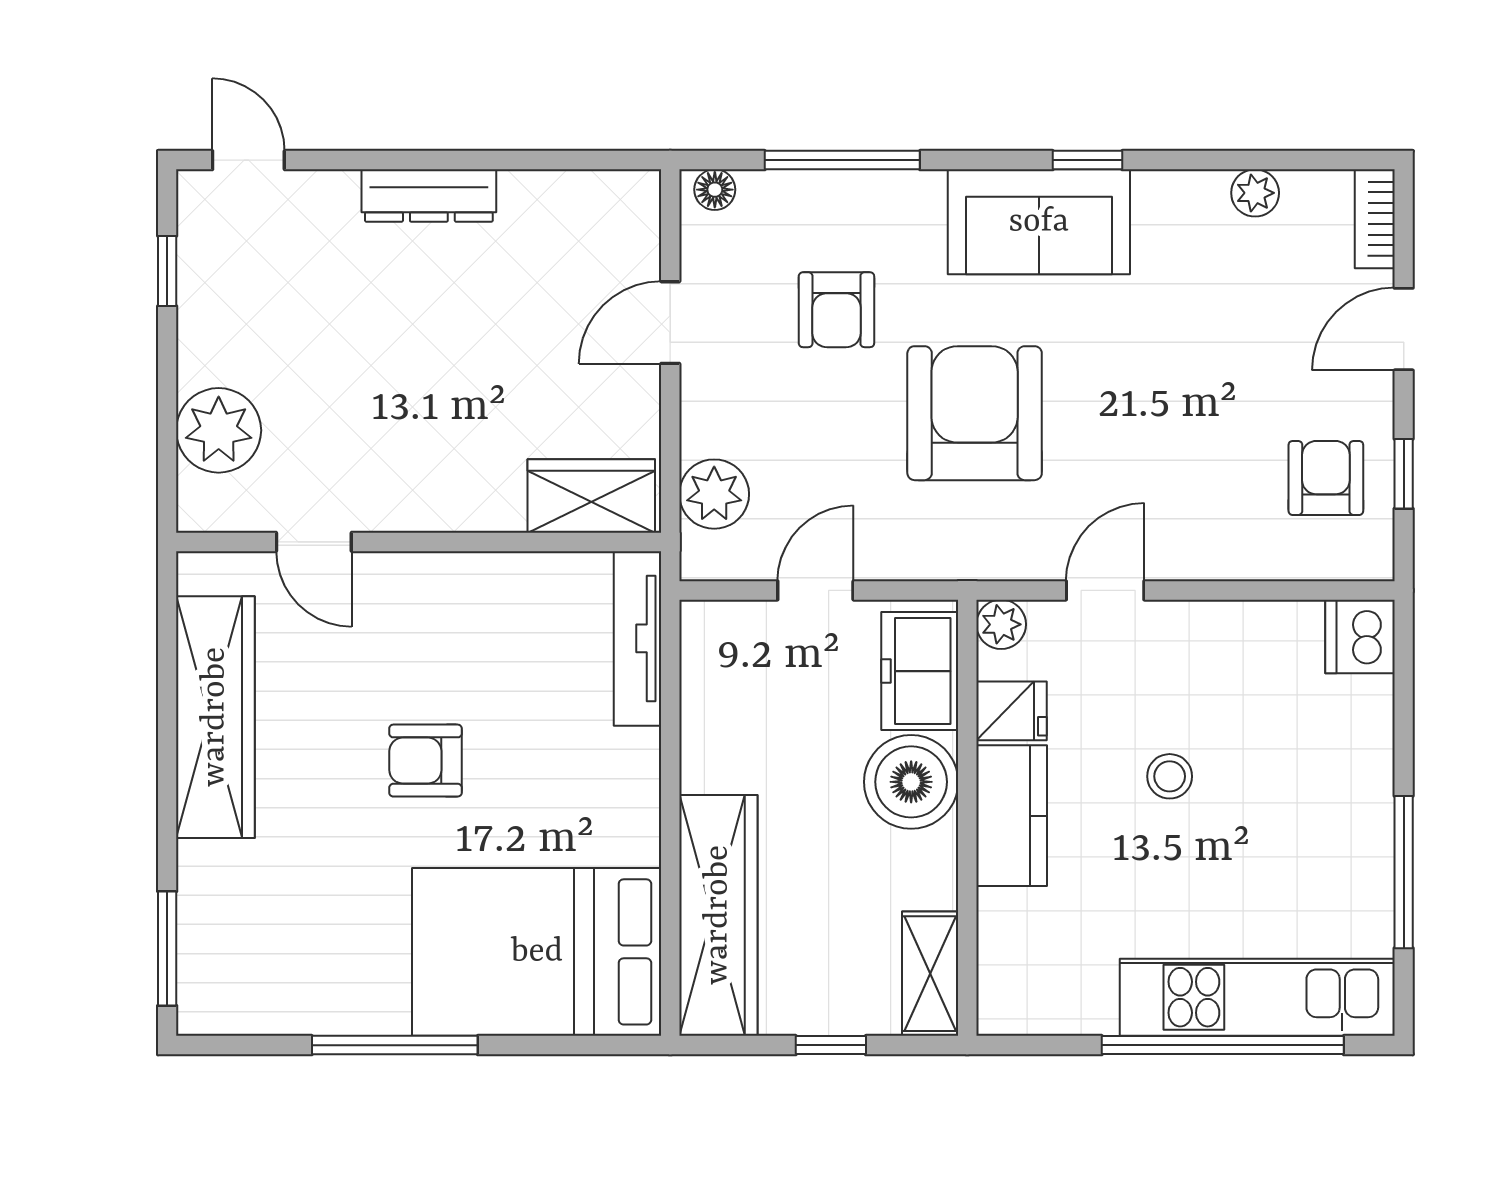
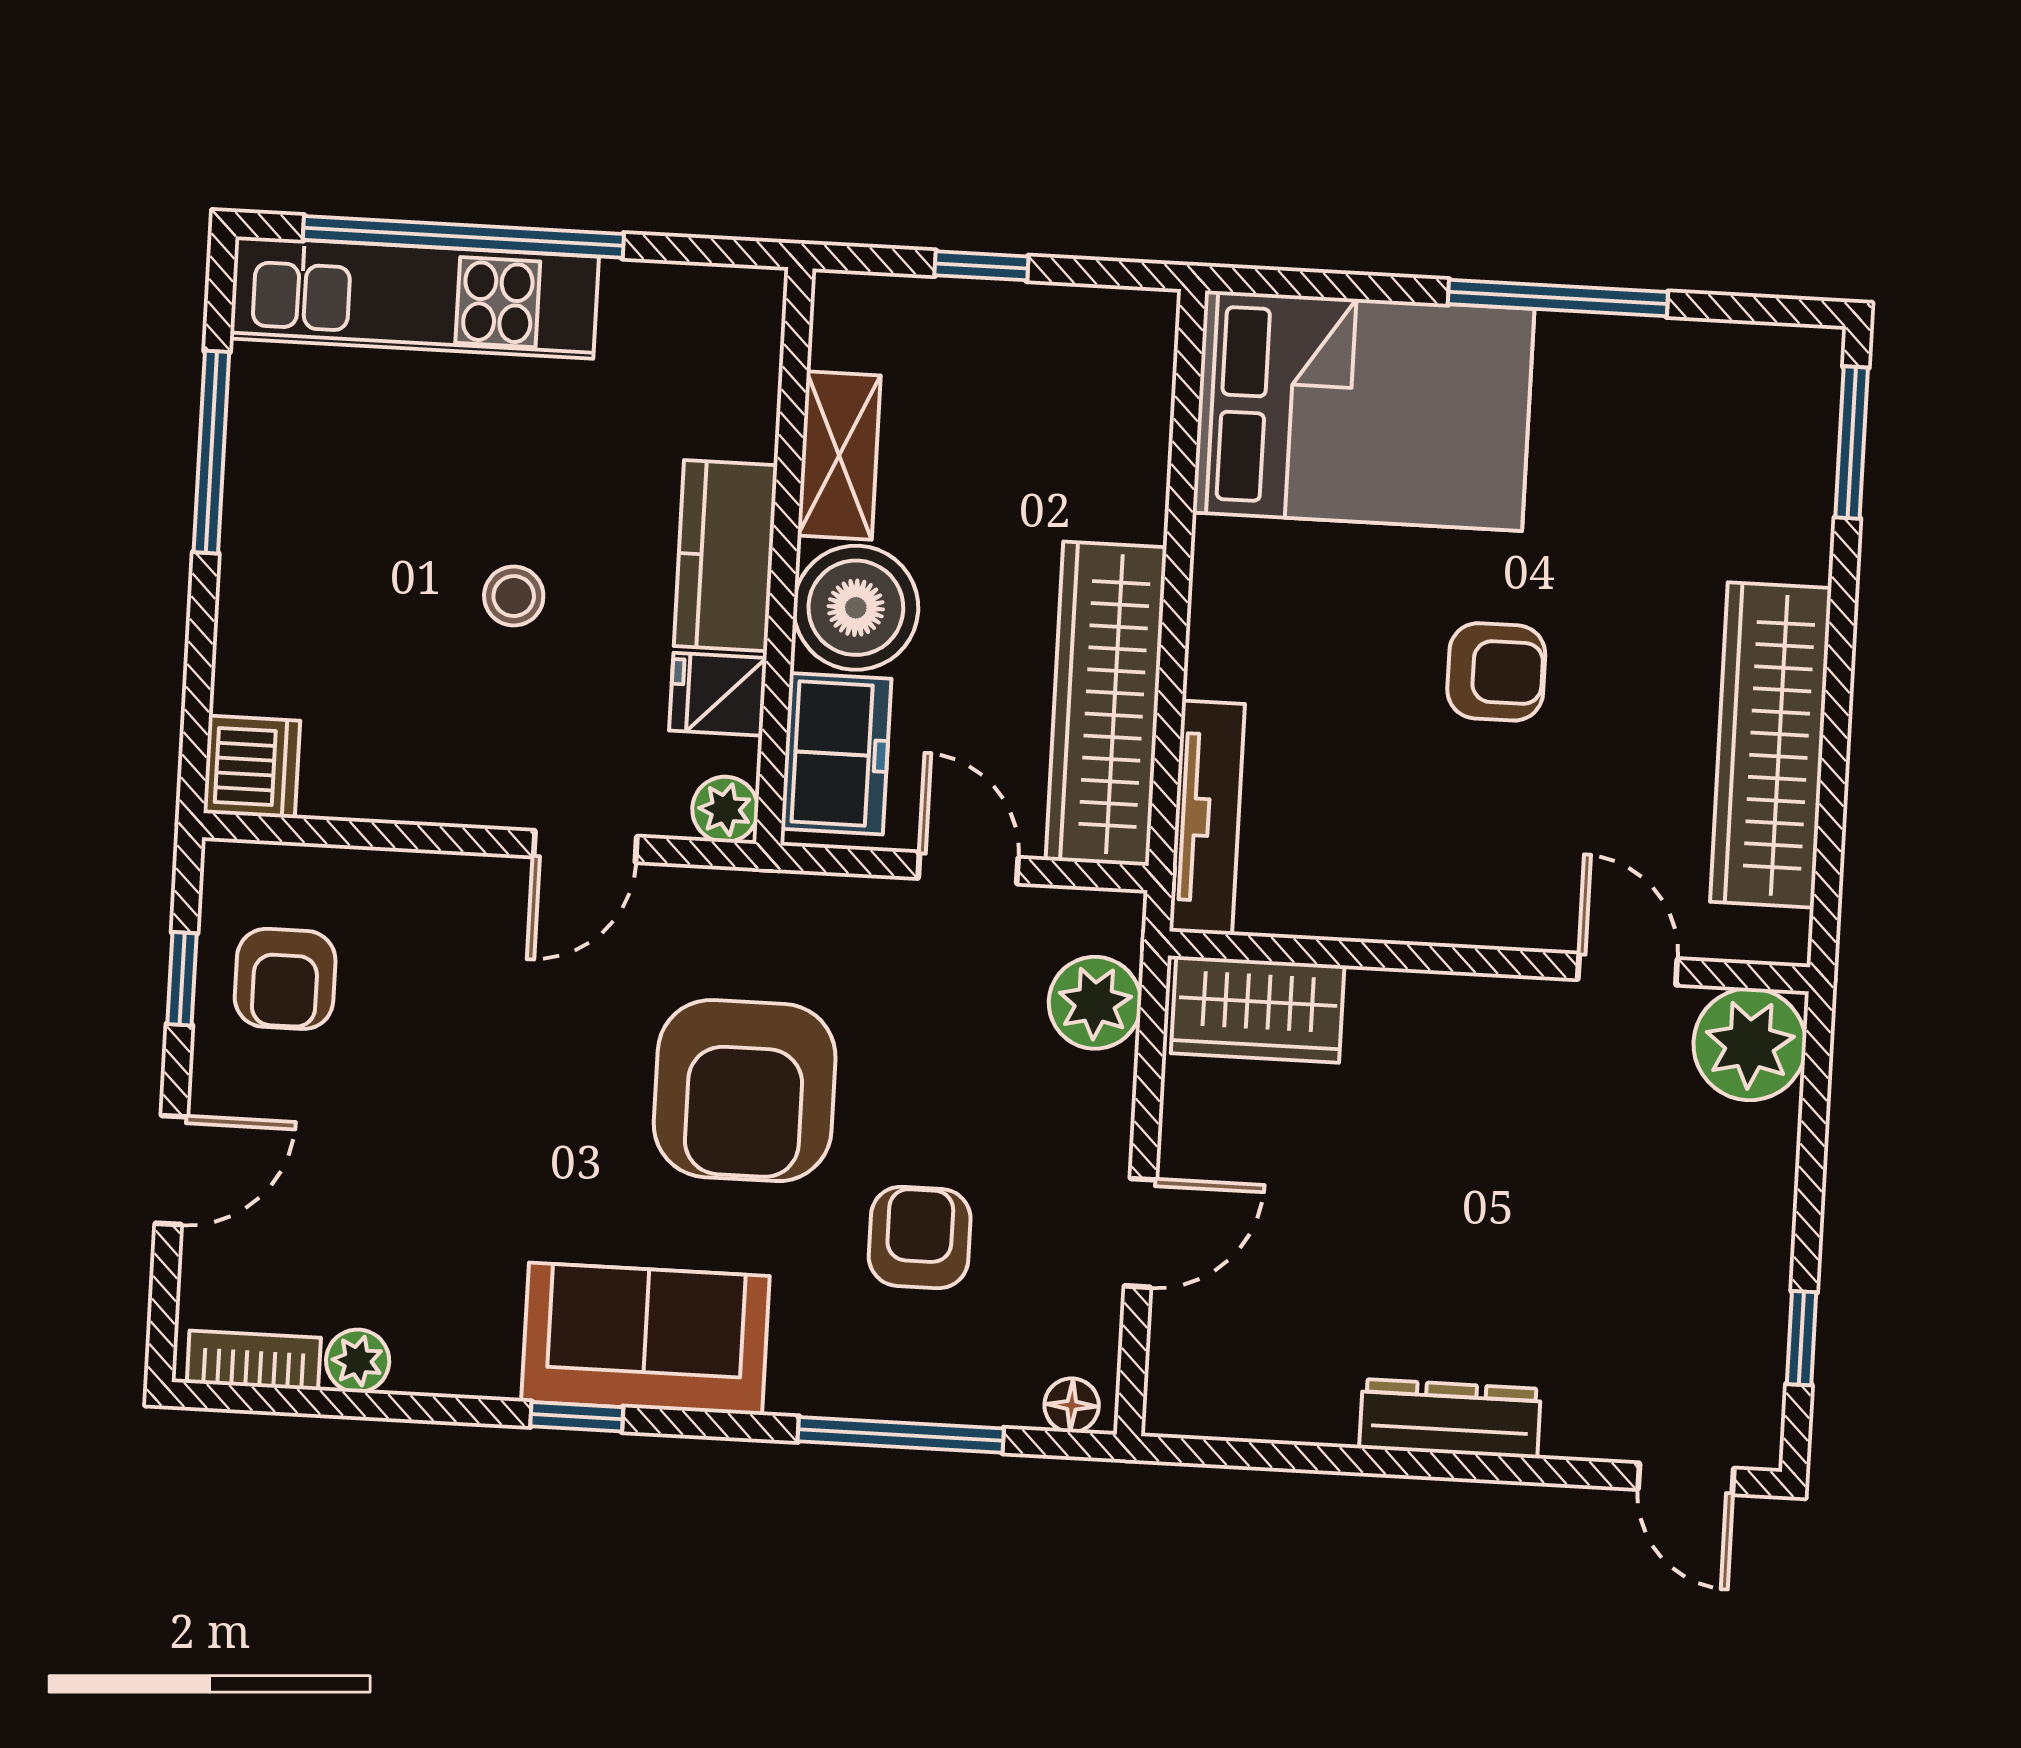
bookcase: (1375, 219) -> (254, 1360), moved, turned -90
plant: (219, 430) -> (1750, 1044), moved
door: (815, 590) -> (968, 868), swing flipped
wardrobe: (718, 915) -> (1106, 704), moved
shelving: (930, 974) -> (839, 455), moved

